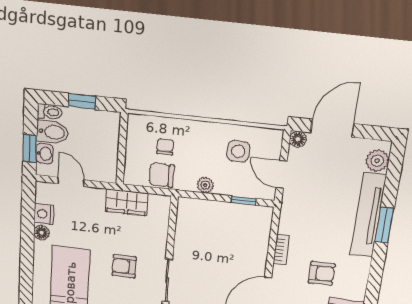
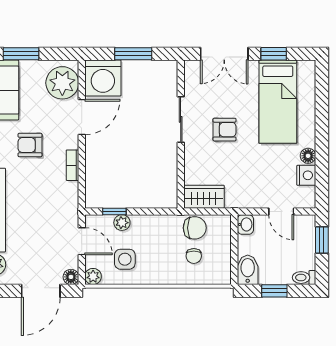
bidet: (52, 132) -> (248, 270), moved, turned 90
plant: (274, 137) -> (93, 276), added
washbasin: (45, 154) -> (245, 224), moved, turned 180
plant: (205, 185) -> (122, 223), moved
wardrobe: (127, 202) -> (204, 197), moved

